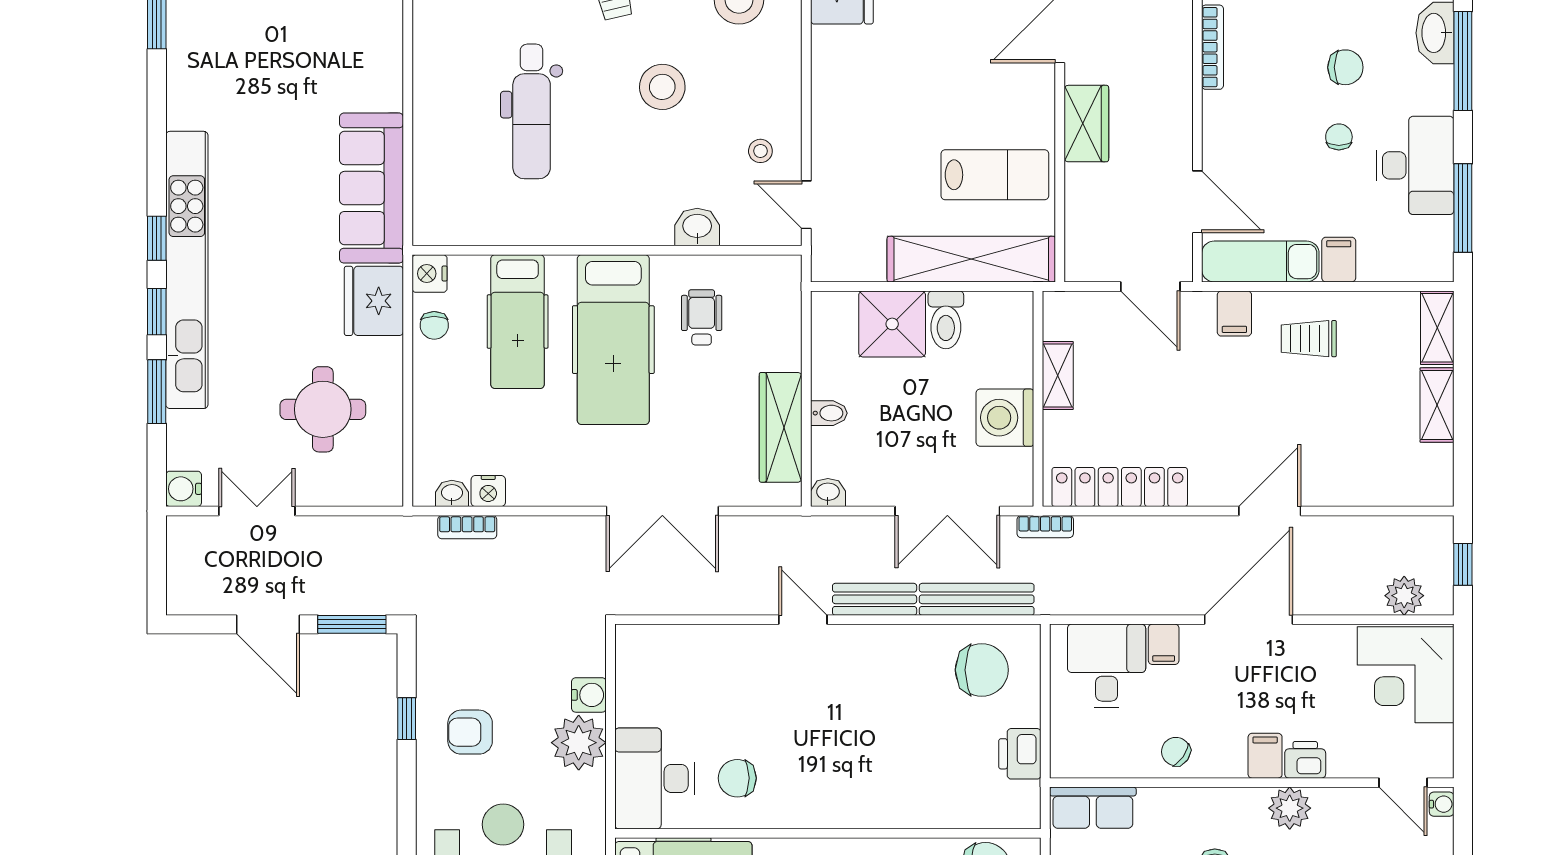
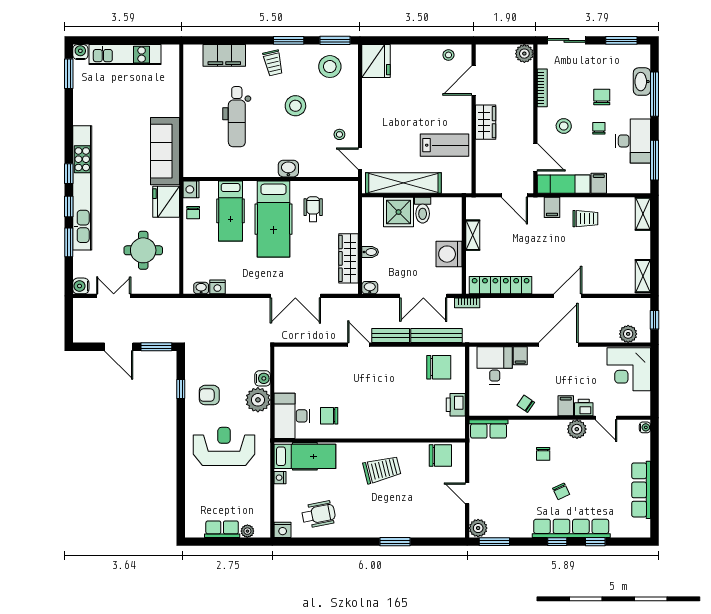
chair: (1345, 67) -> (602, 97), turned -90
stool: (1260, 132) -> (564, 126), added
washbasin: (697, 227) -> (288, 169), moved
shelving: (971, 259) -> (403, 183), moved
trolley: (1309, 339) -> (585, 219), turned 180
shelving: (1437, 405) -> (643, 276), moved
bookcase: (467, 527) -> (208, 303), removed
door: (1403, 783) -> (606, 418), moved

